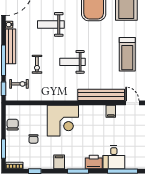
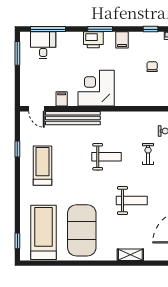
corner desk: (63, 121) -> (96, 88), moved
desk: (114, 157) -> (43, 45), moved
printer: (94, 162) -> (93, 40), moved

